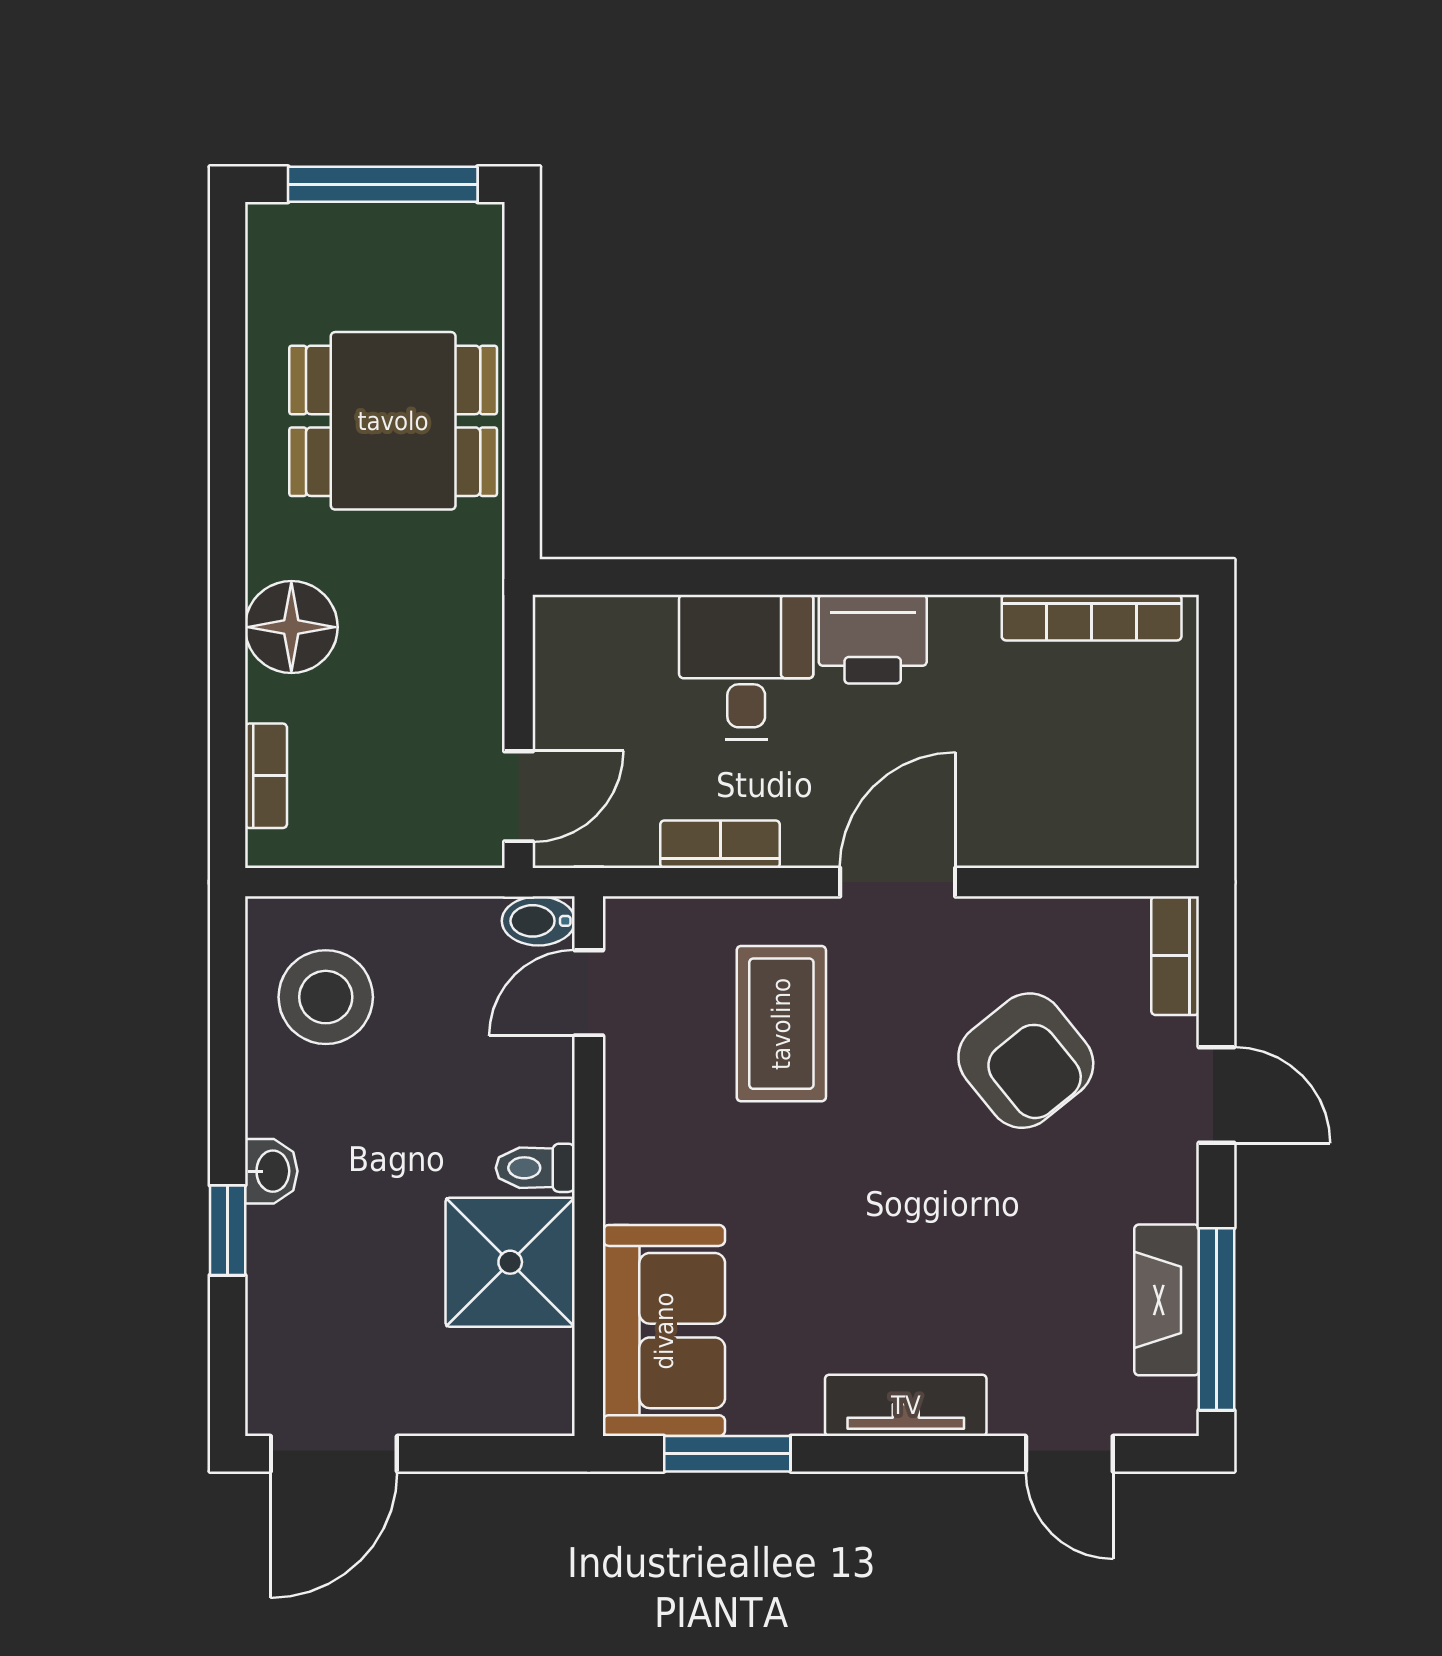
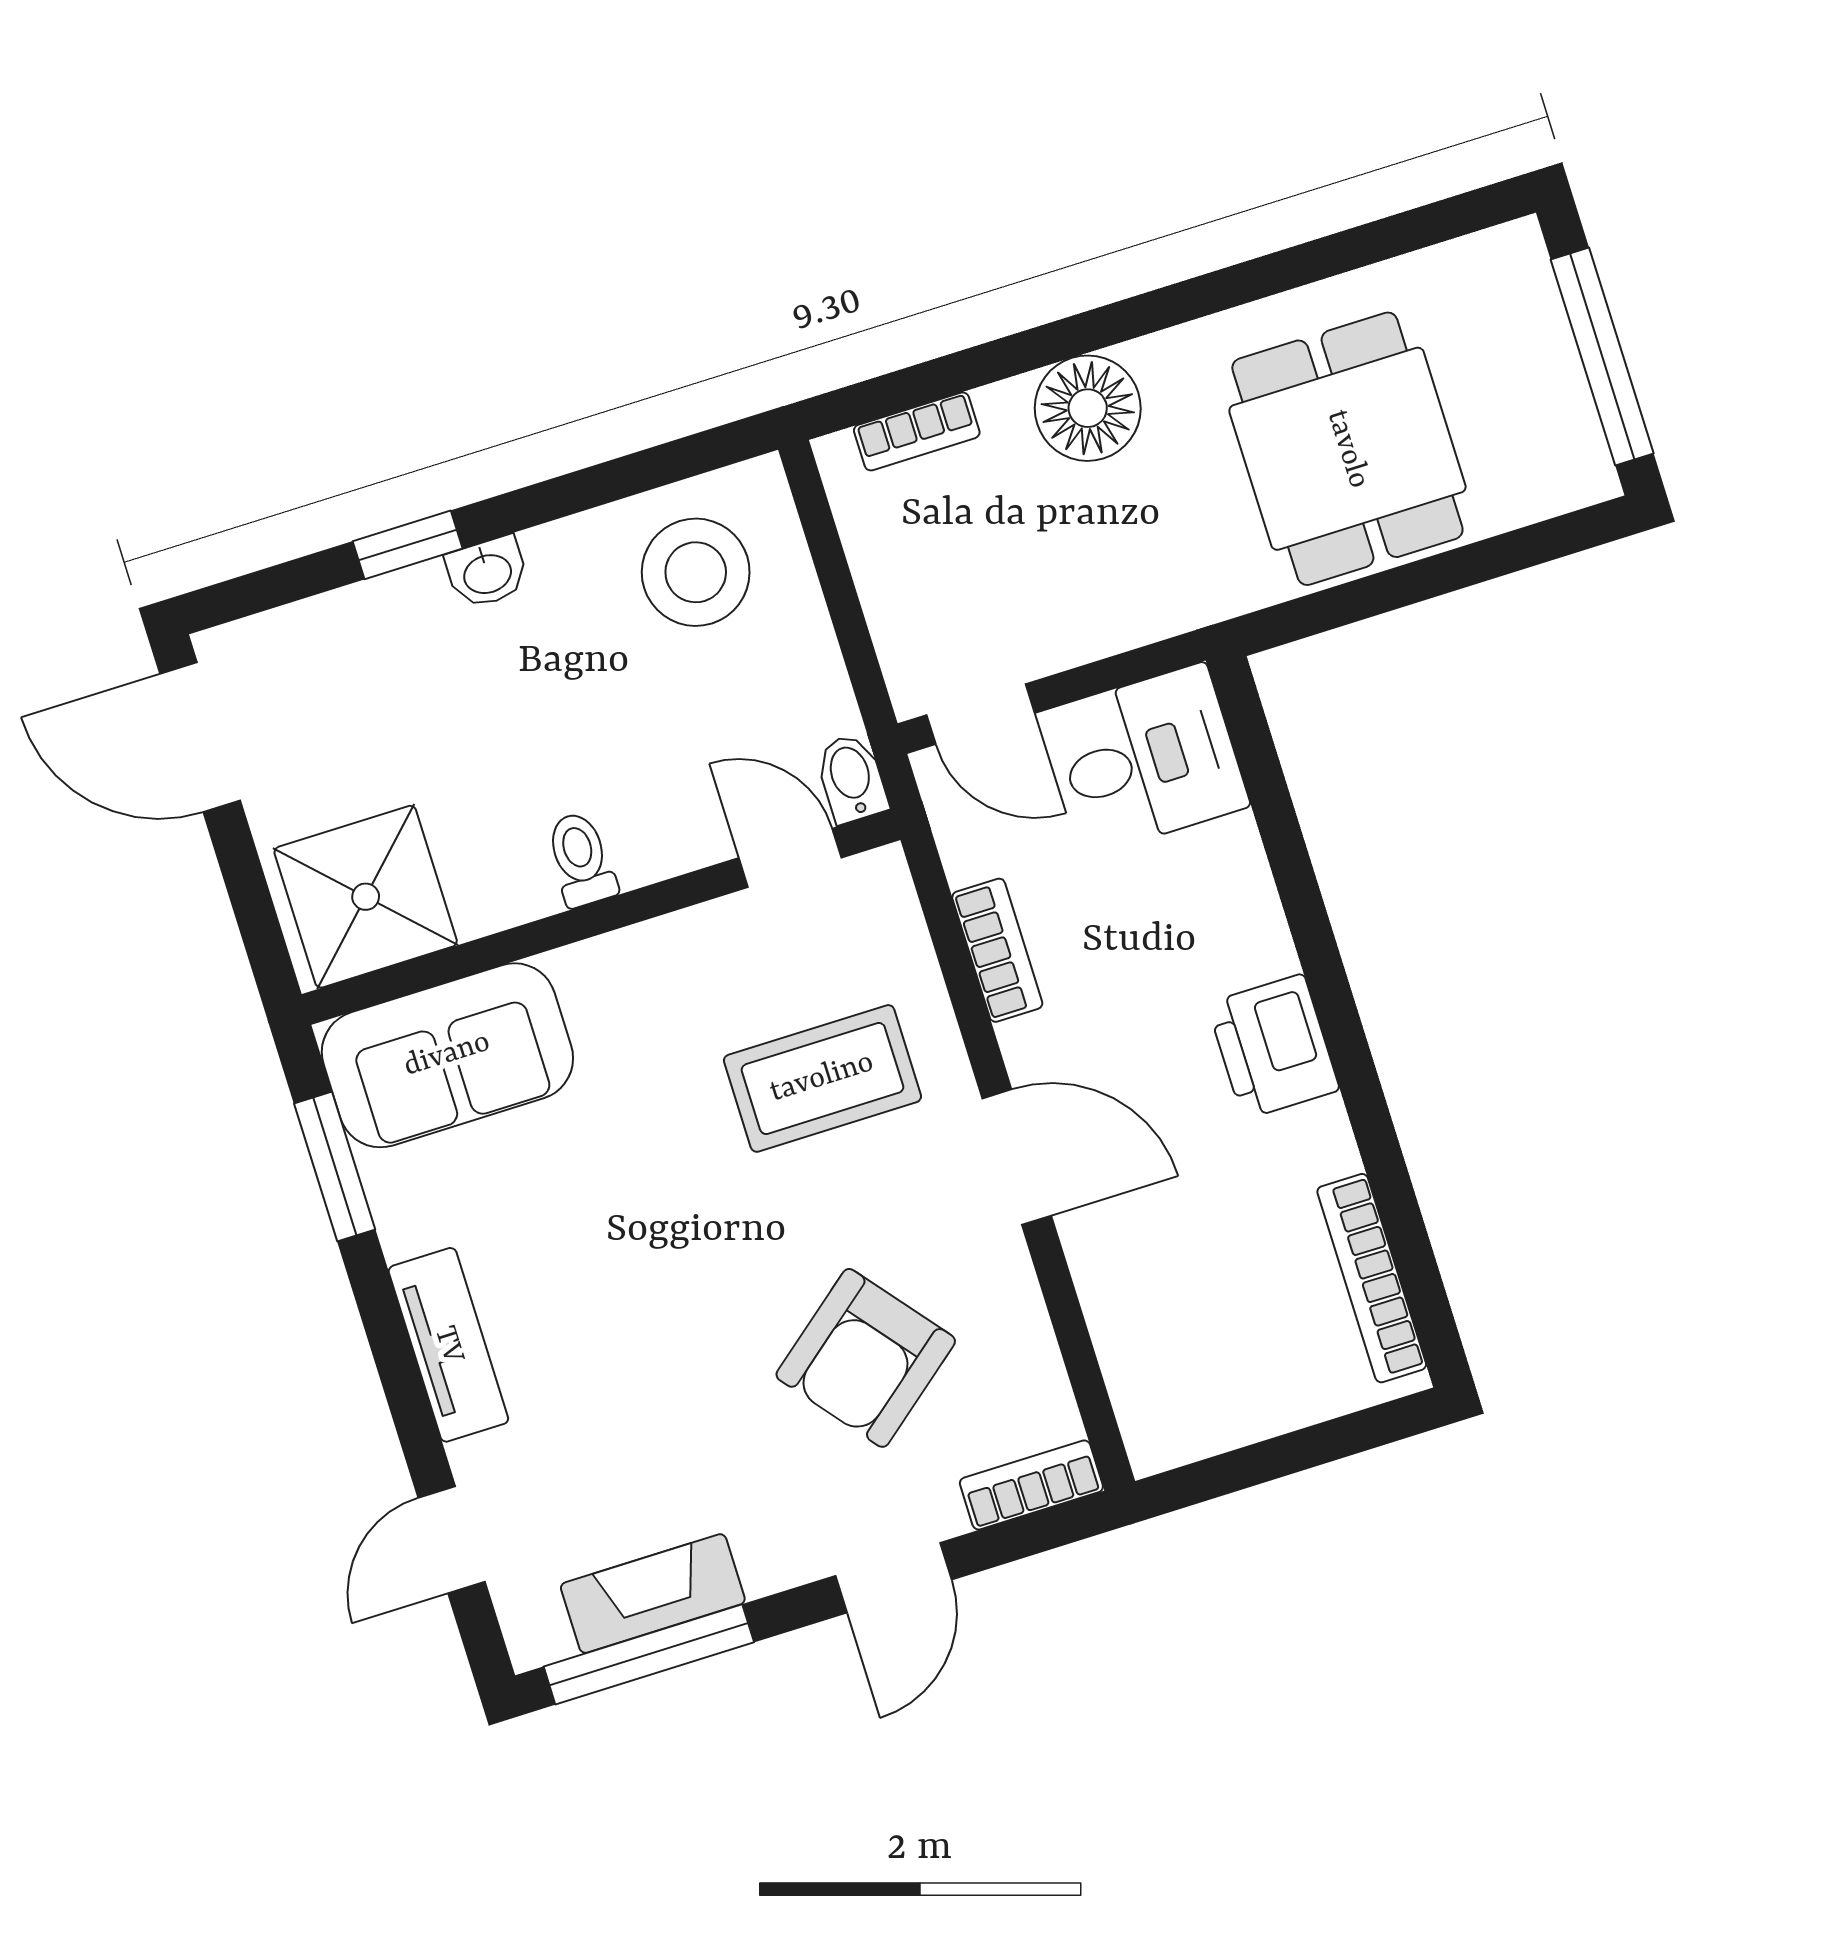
desk: (746, 667) -> (1150, 758), moved
shower: (510, 1262) -> (366, 897), moved

